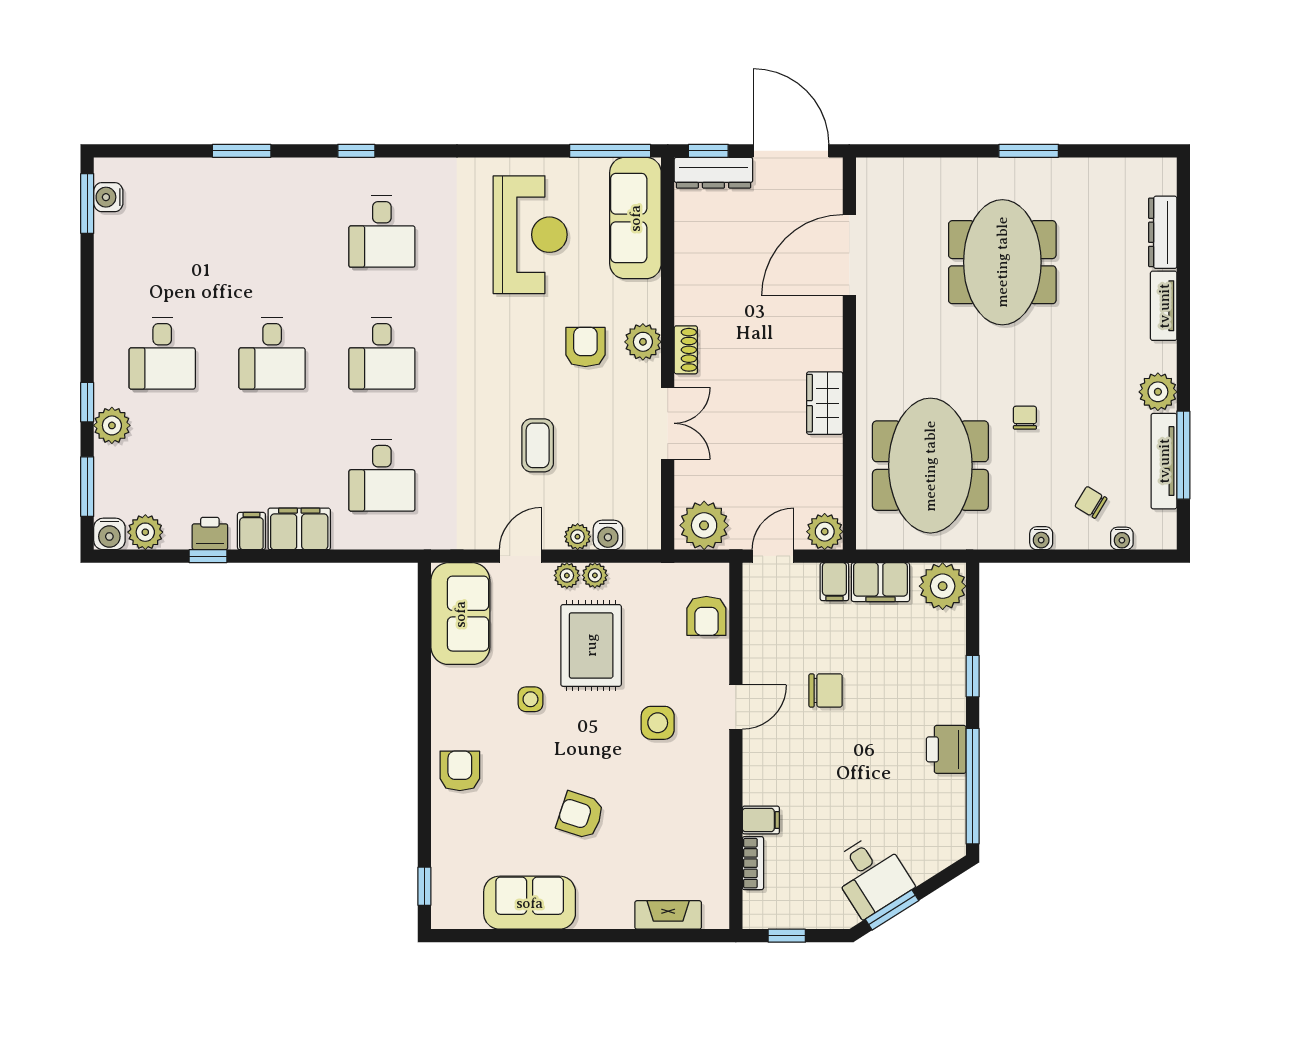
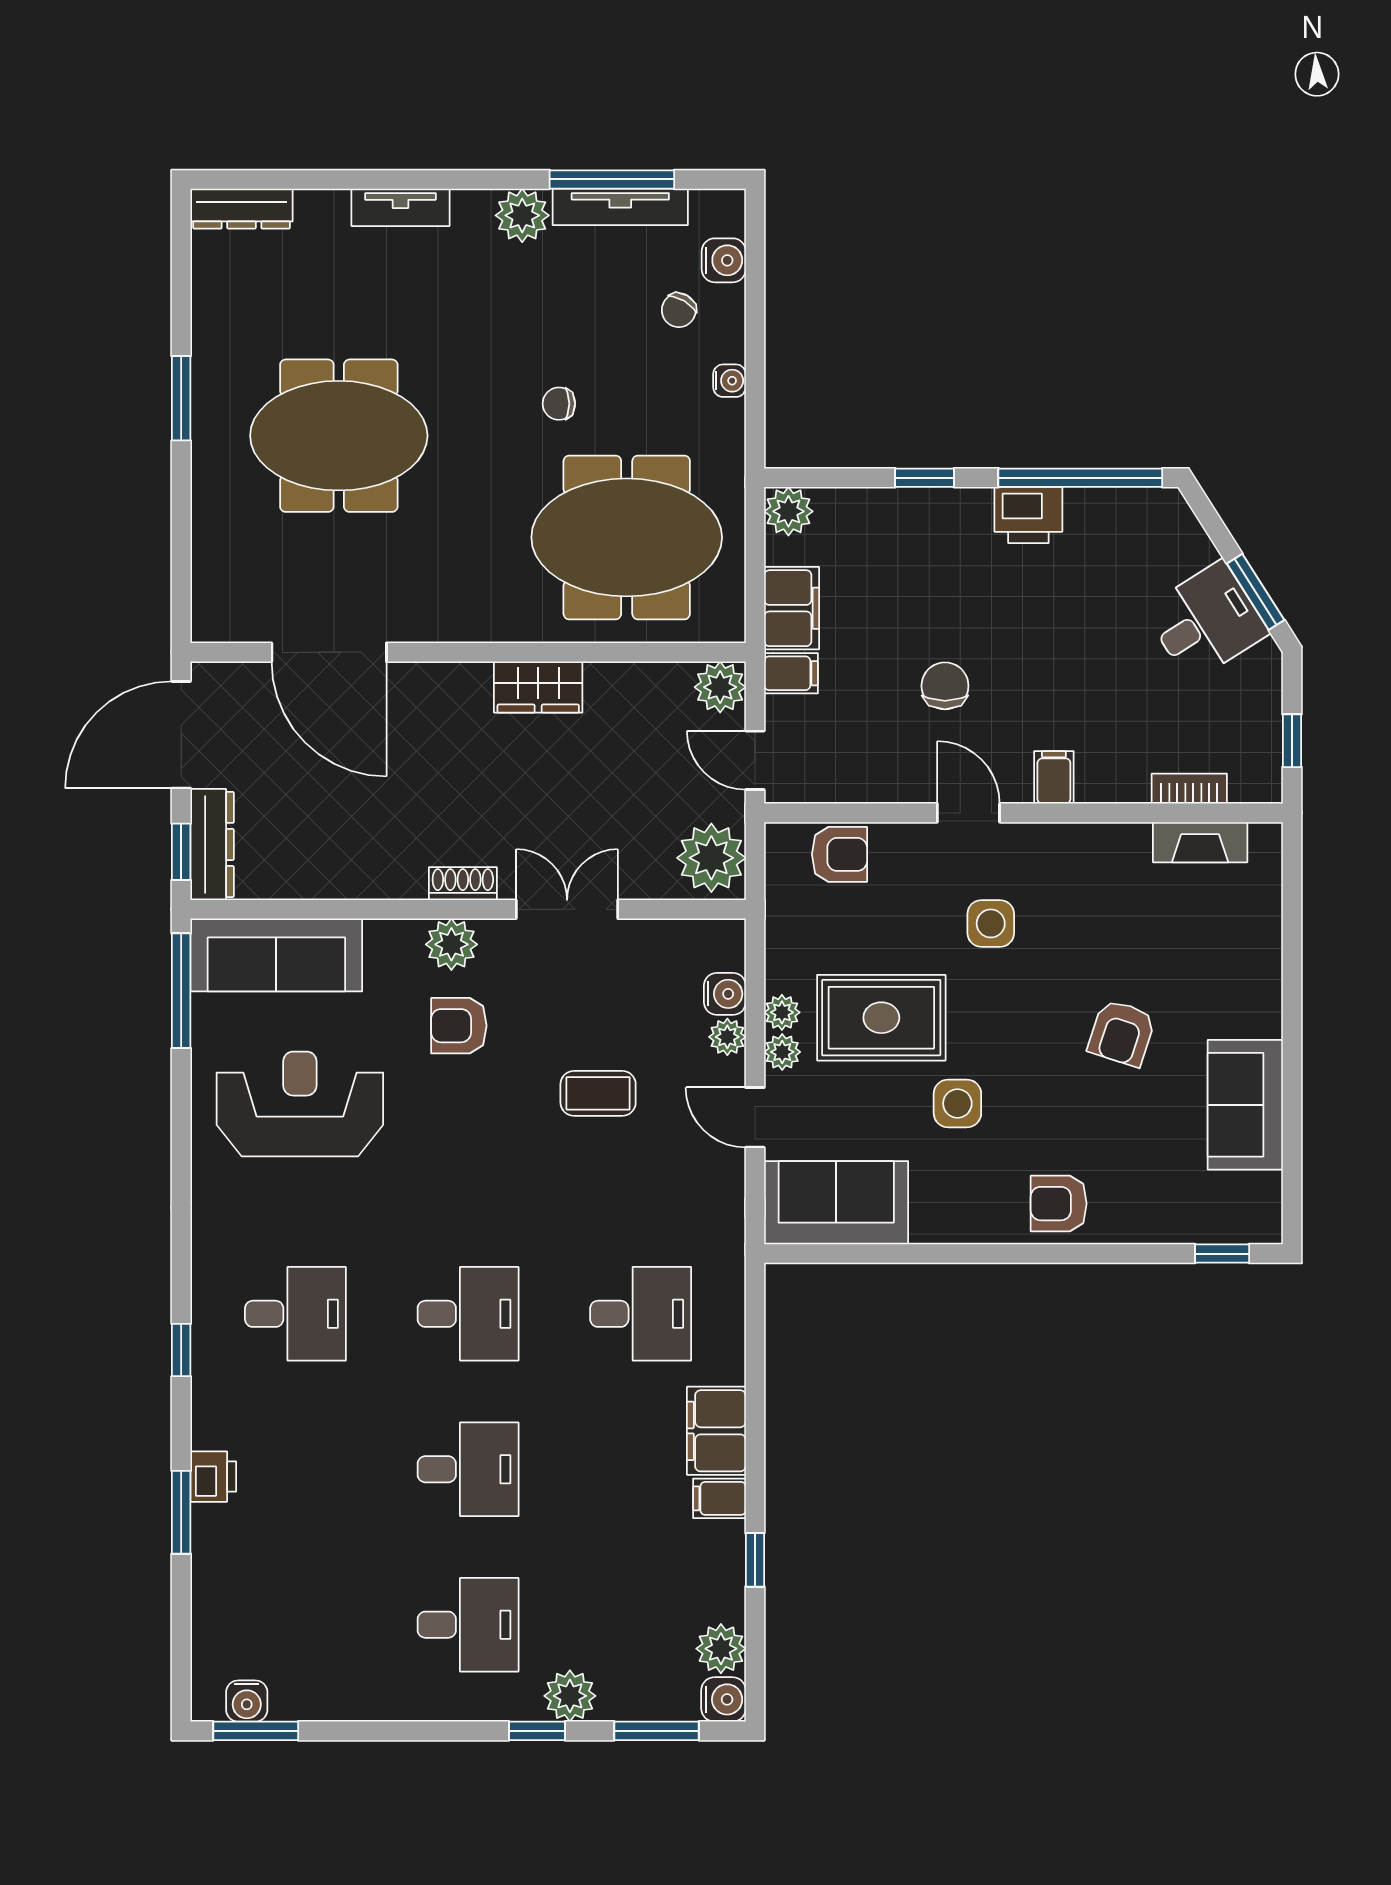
dresser: (1163, 232) -> (242, 209), moved
printer: (210, 533) -> (213, 1477), moved, turned 180
water cooler: (1122, 538) -> (724, 260), width x1.38, depth x1.38
plant: (943, 586) -> (788, 511), width x0.73, depth x0.73
side table: (530, 699) -> (957, 1103), width x1.37, depth x1.37
filing cabinet: (761, 820) -> (1054, 777), moved
fireplace: (668, 915) -> (1200, 842), moved, turned -90

